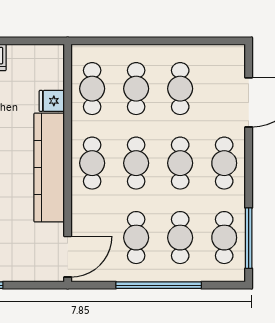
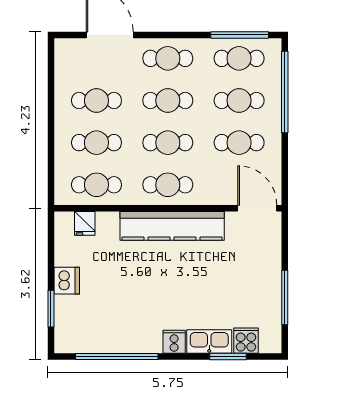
fridge: (52, 101) -> (85, 223), moved
window: (159, 285) -> (285, 92), moved

